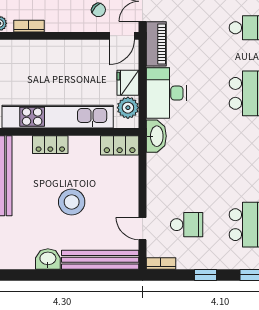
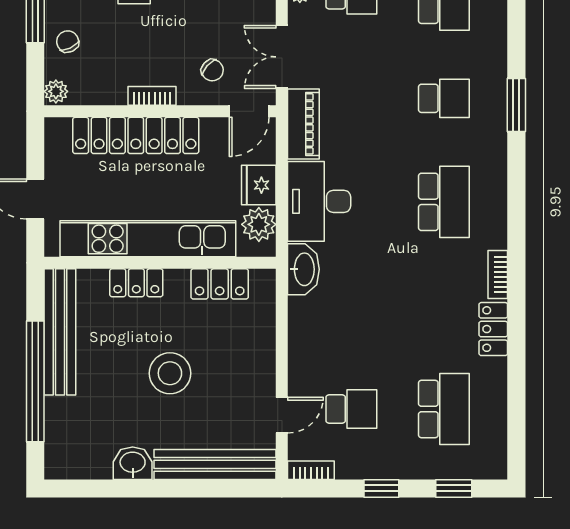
bookcase: (29, 26) -> (152, 96), moved
locker: (50, 51) -> (136, 135), added
locker: (120, 145) -> (220, 284), moved
door: (143, 229) -> (282, 415), swing flipped

